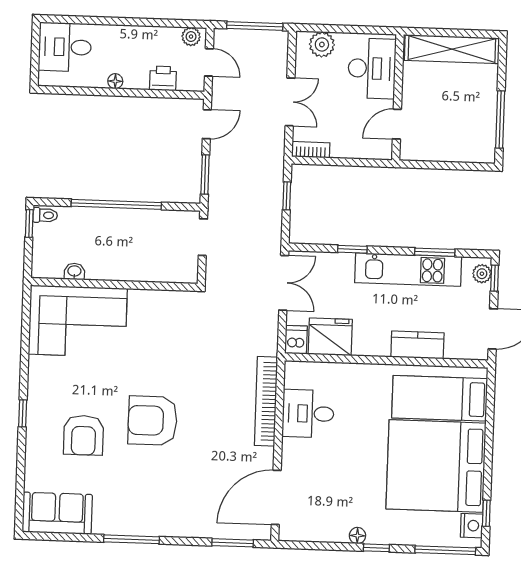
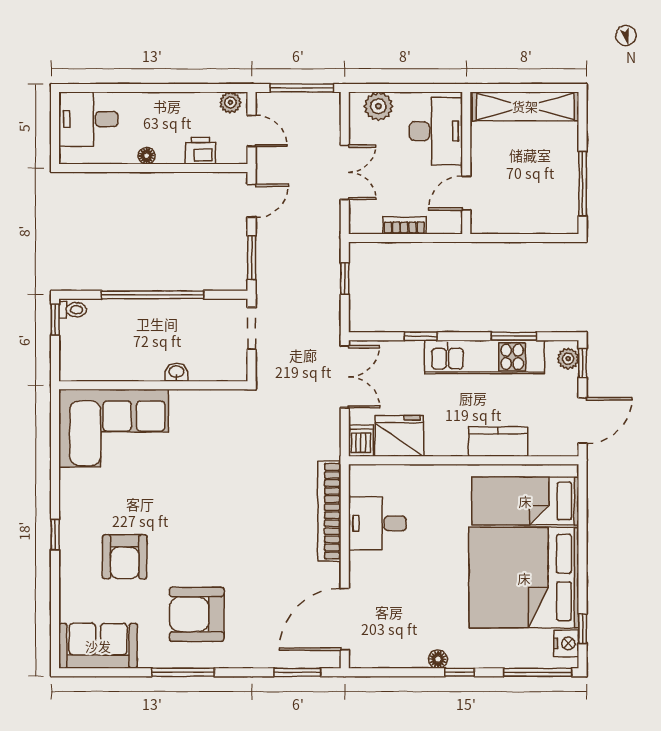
bookcase: (311, 150) -> (404, 225), moved
washbasin: (74, 271) -> (176, 372), moved
armchair: (153, 421) -> (197, 614), moved

